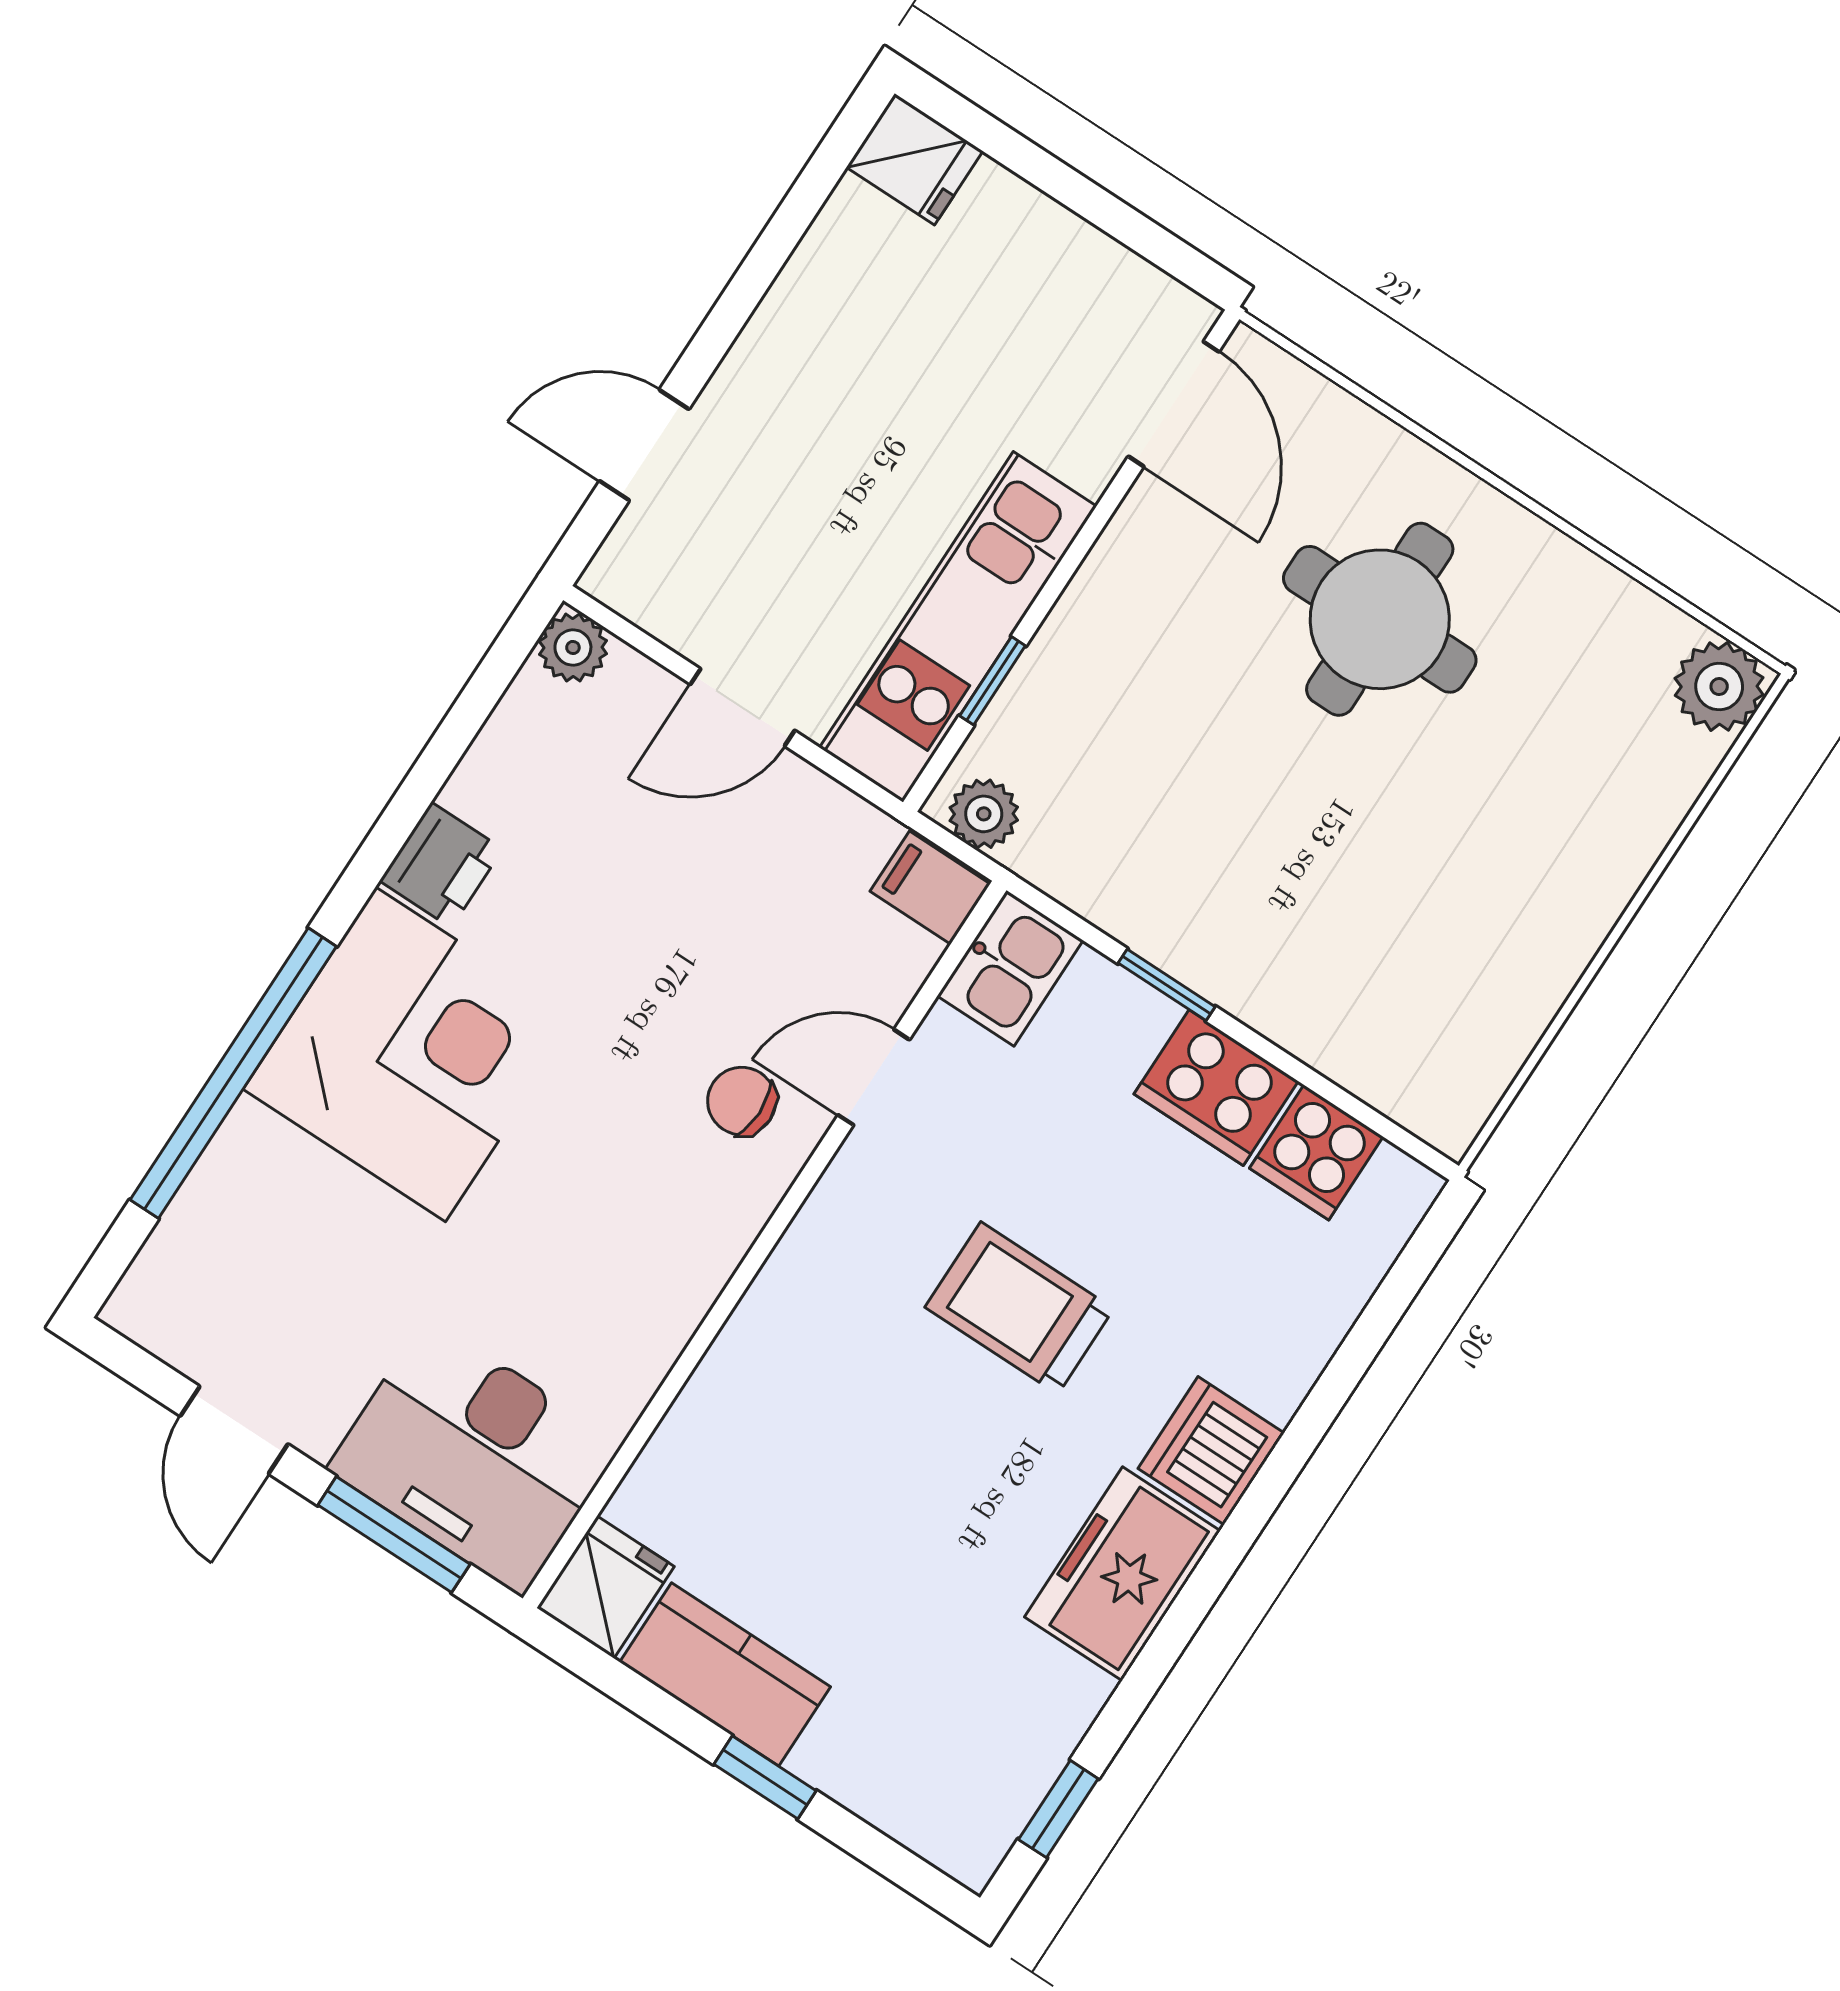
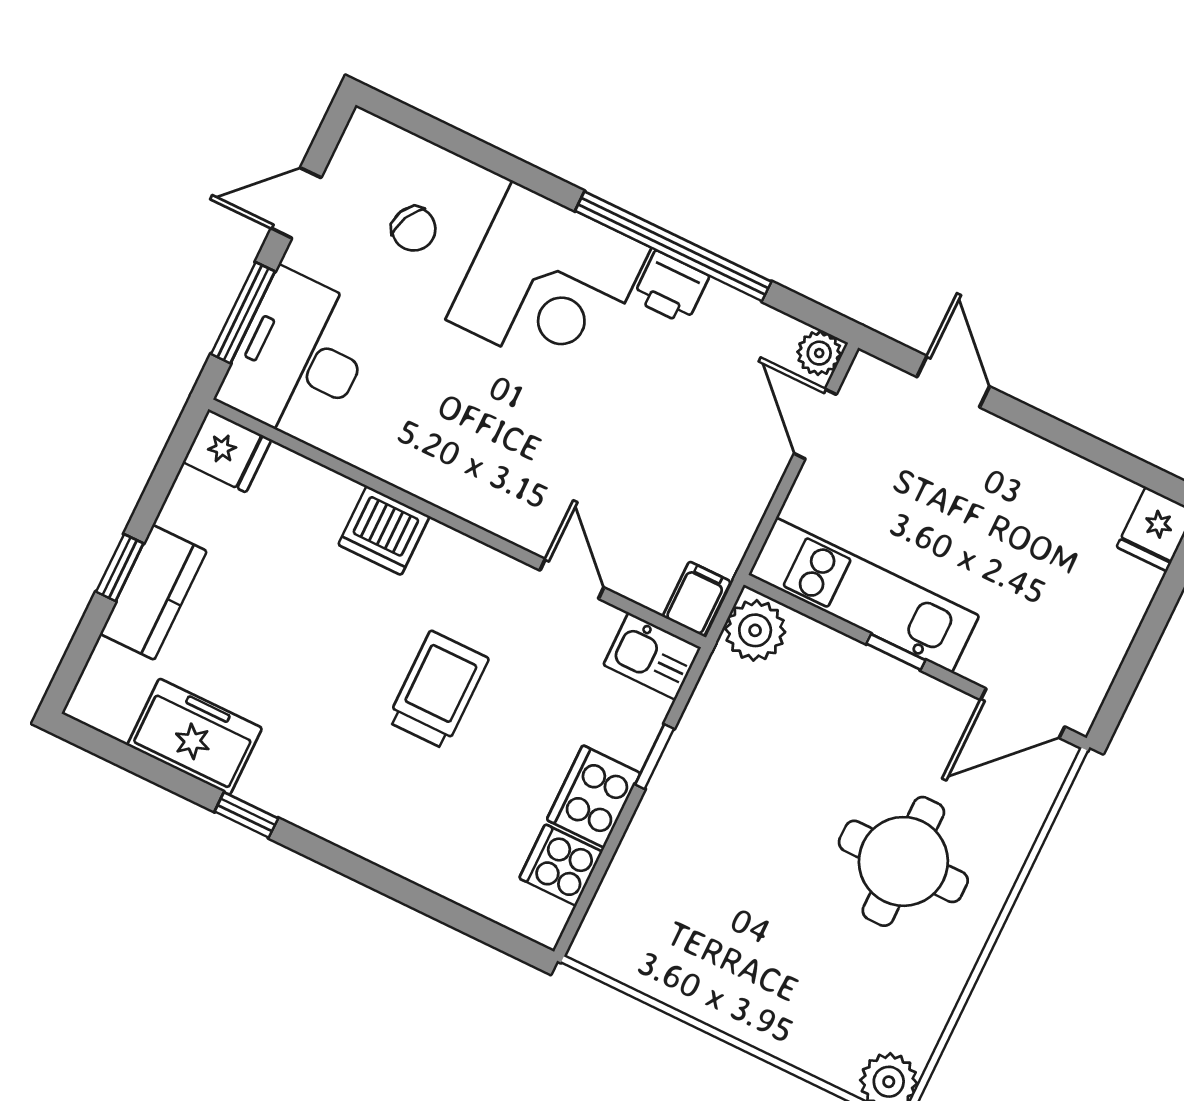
window: (993, 681) -> (896, 652), moved
door: (743, 707) -> (815, 424), moved
plant: (984, 814) -> (755, 630), width x1.38, depth x1.38
window: (233, 1073) -> (673, 246), moved
chair: (742, 1101) -> (414, 229), moved, turned 116
dishwasher: (1211, 1451) -> (384, 530), moved, turned 180
freezer: (1122, 1574) -> (195, 737), moved
kitchen counter: (725, 1674) -> (153, 592), moved
window: (1058, 1809) -> (246, 815), moved

